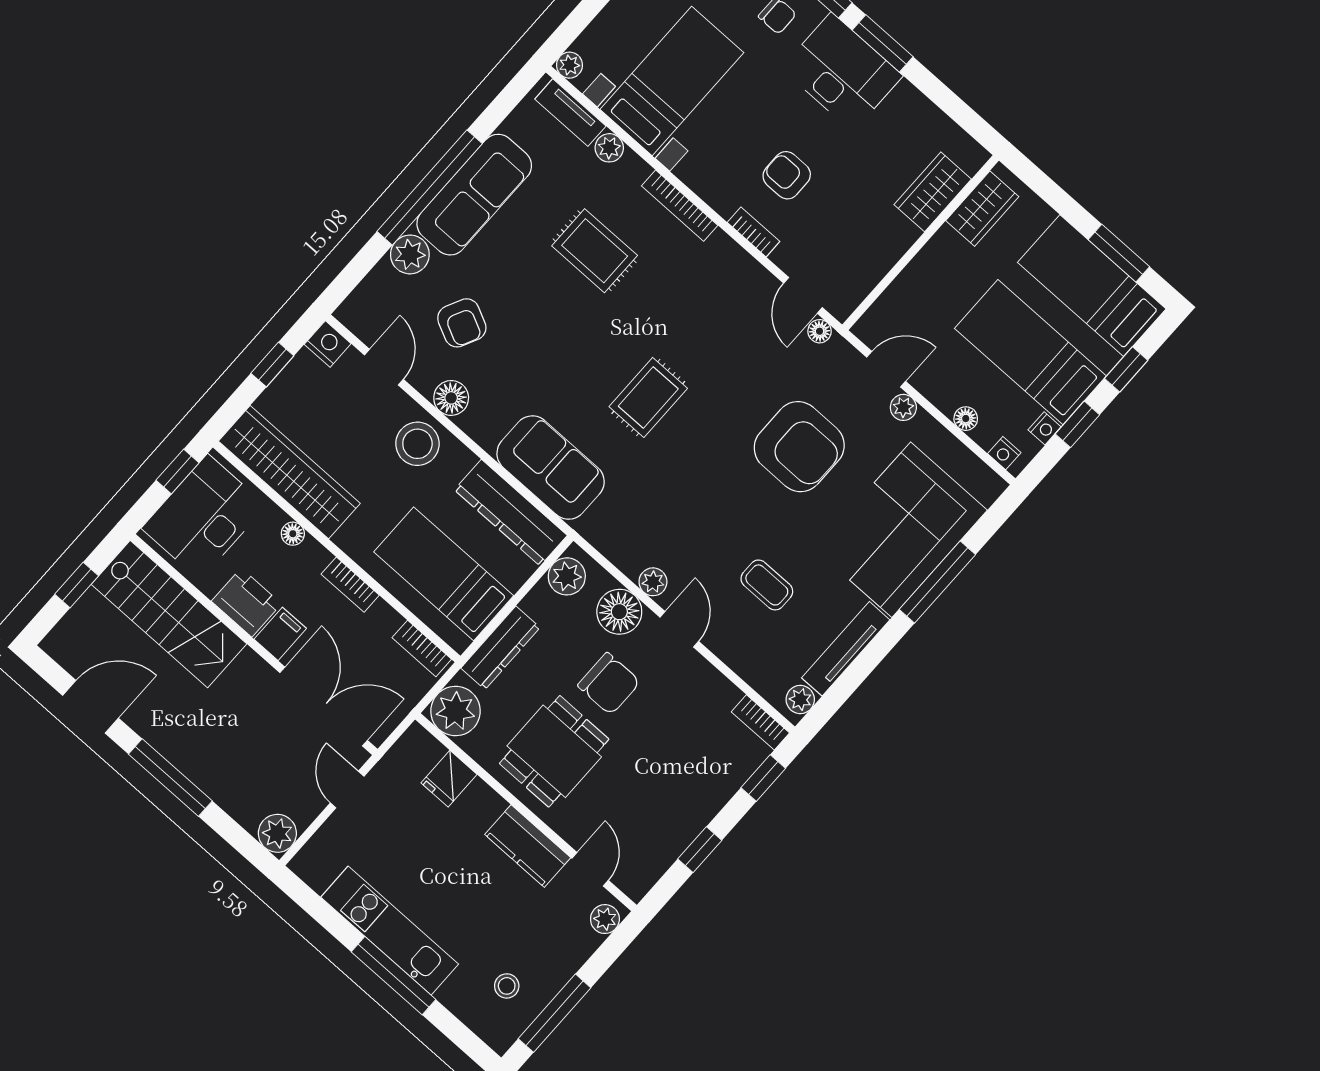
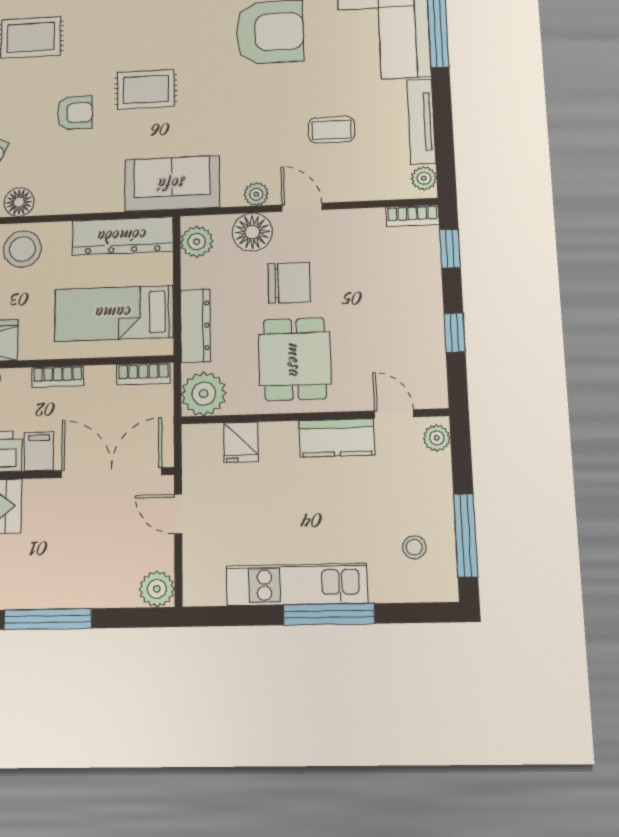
armchair: (570, 360) -> (75, 113), added
rug: (648, 397) -> (146, 89), turned 90
sofa: (551, 468) -> (172, 184), moved

